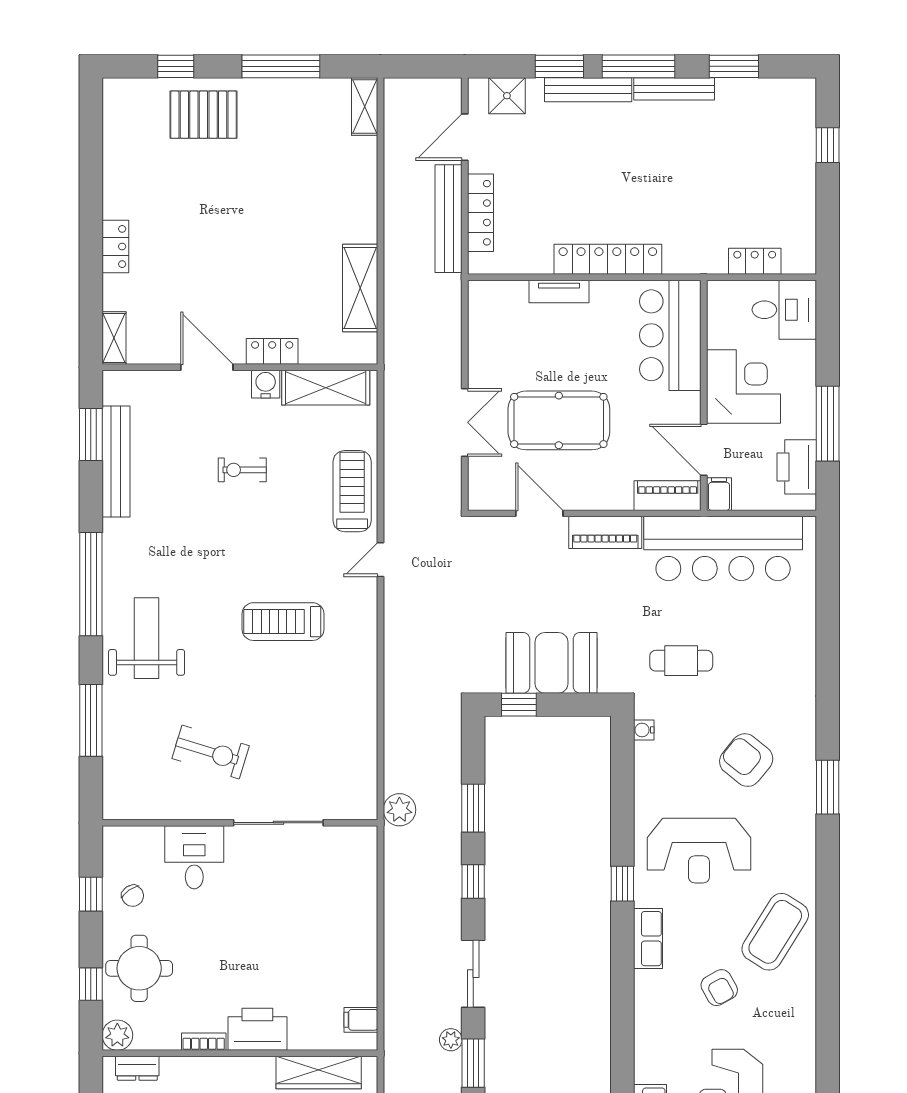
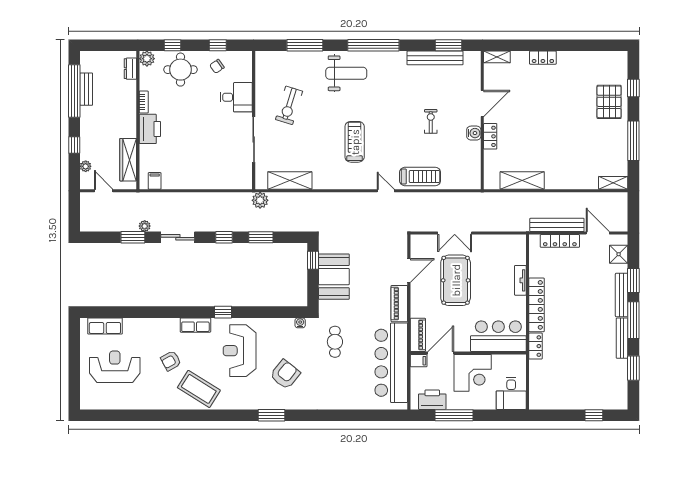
locker: (755, 261) -> (536, 346), moved
shelving: (326, 388) -> (290, 181), moved, turned 90

